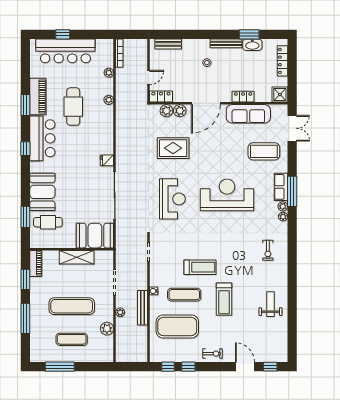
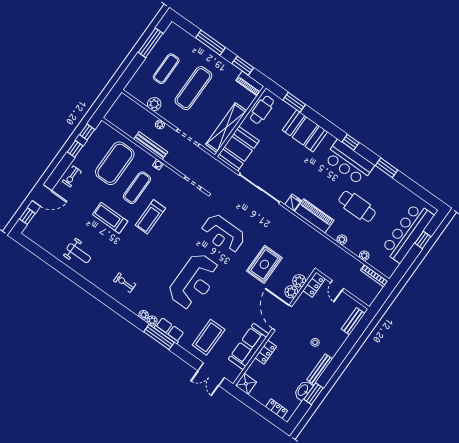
locker: (282, 61) -> (276, 409), width x0.66
piano: (38, 97) -> (314, 216), moved, turned 180
cafe table: (48, 222) -> (262, 110), moved
shelving: (77, 257) -> (226, 128), width x1.47

